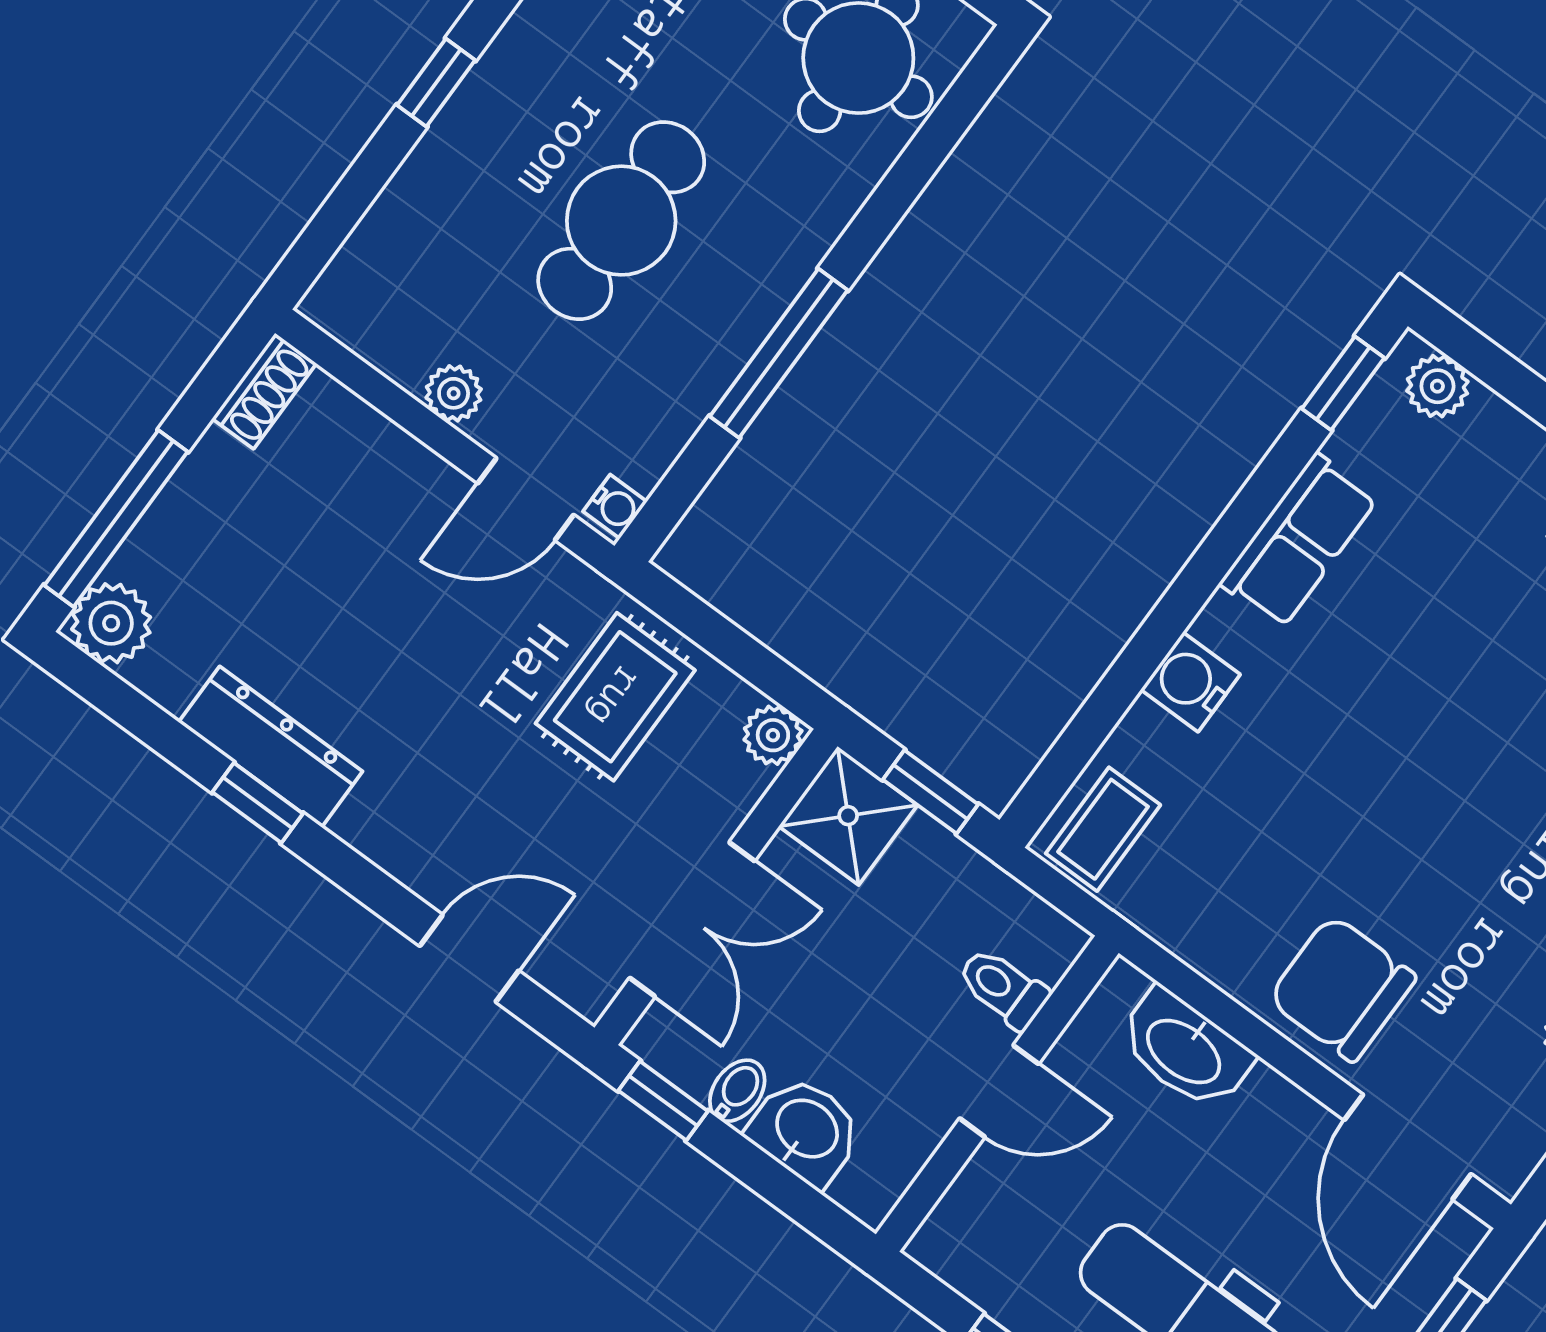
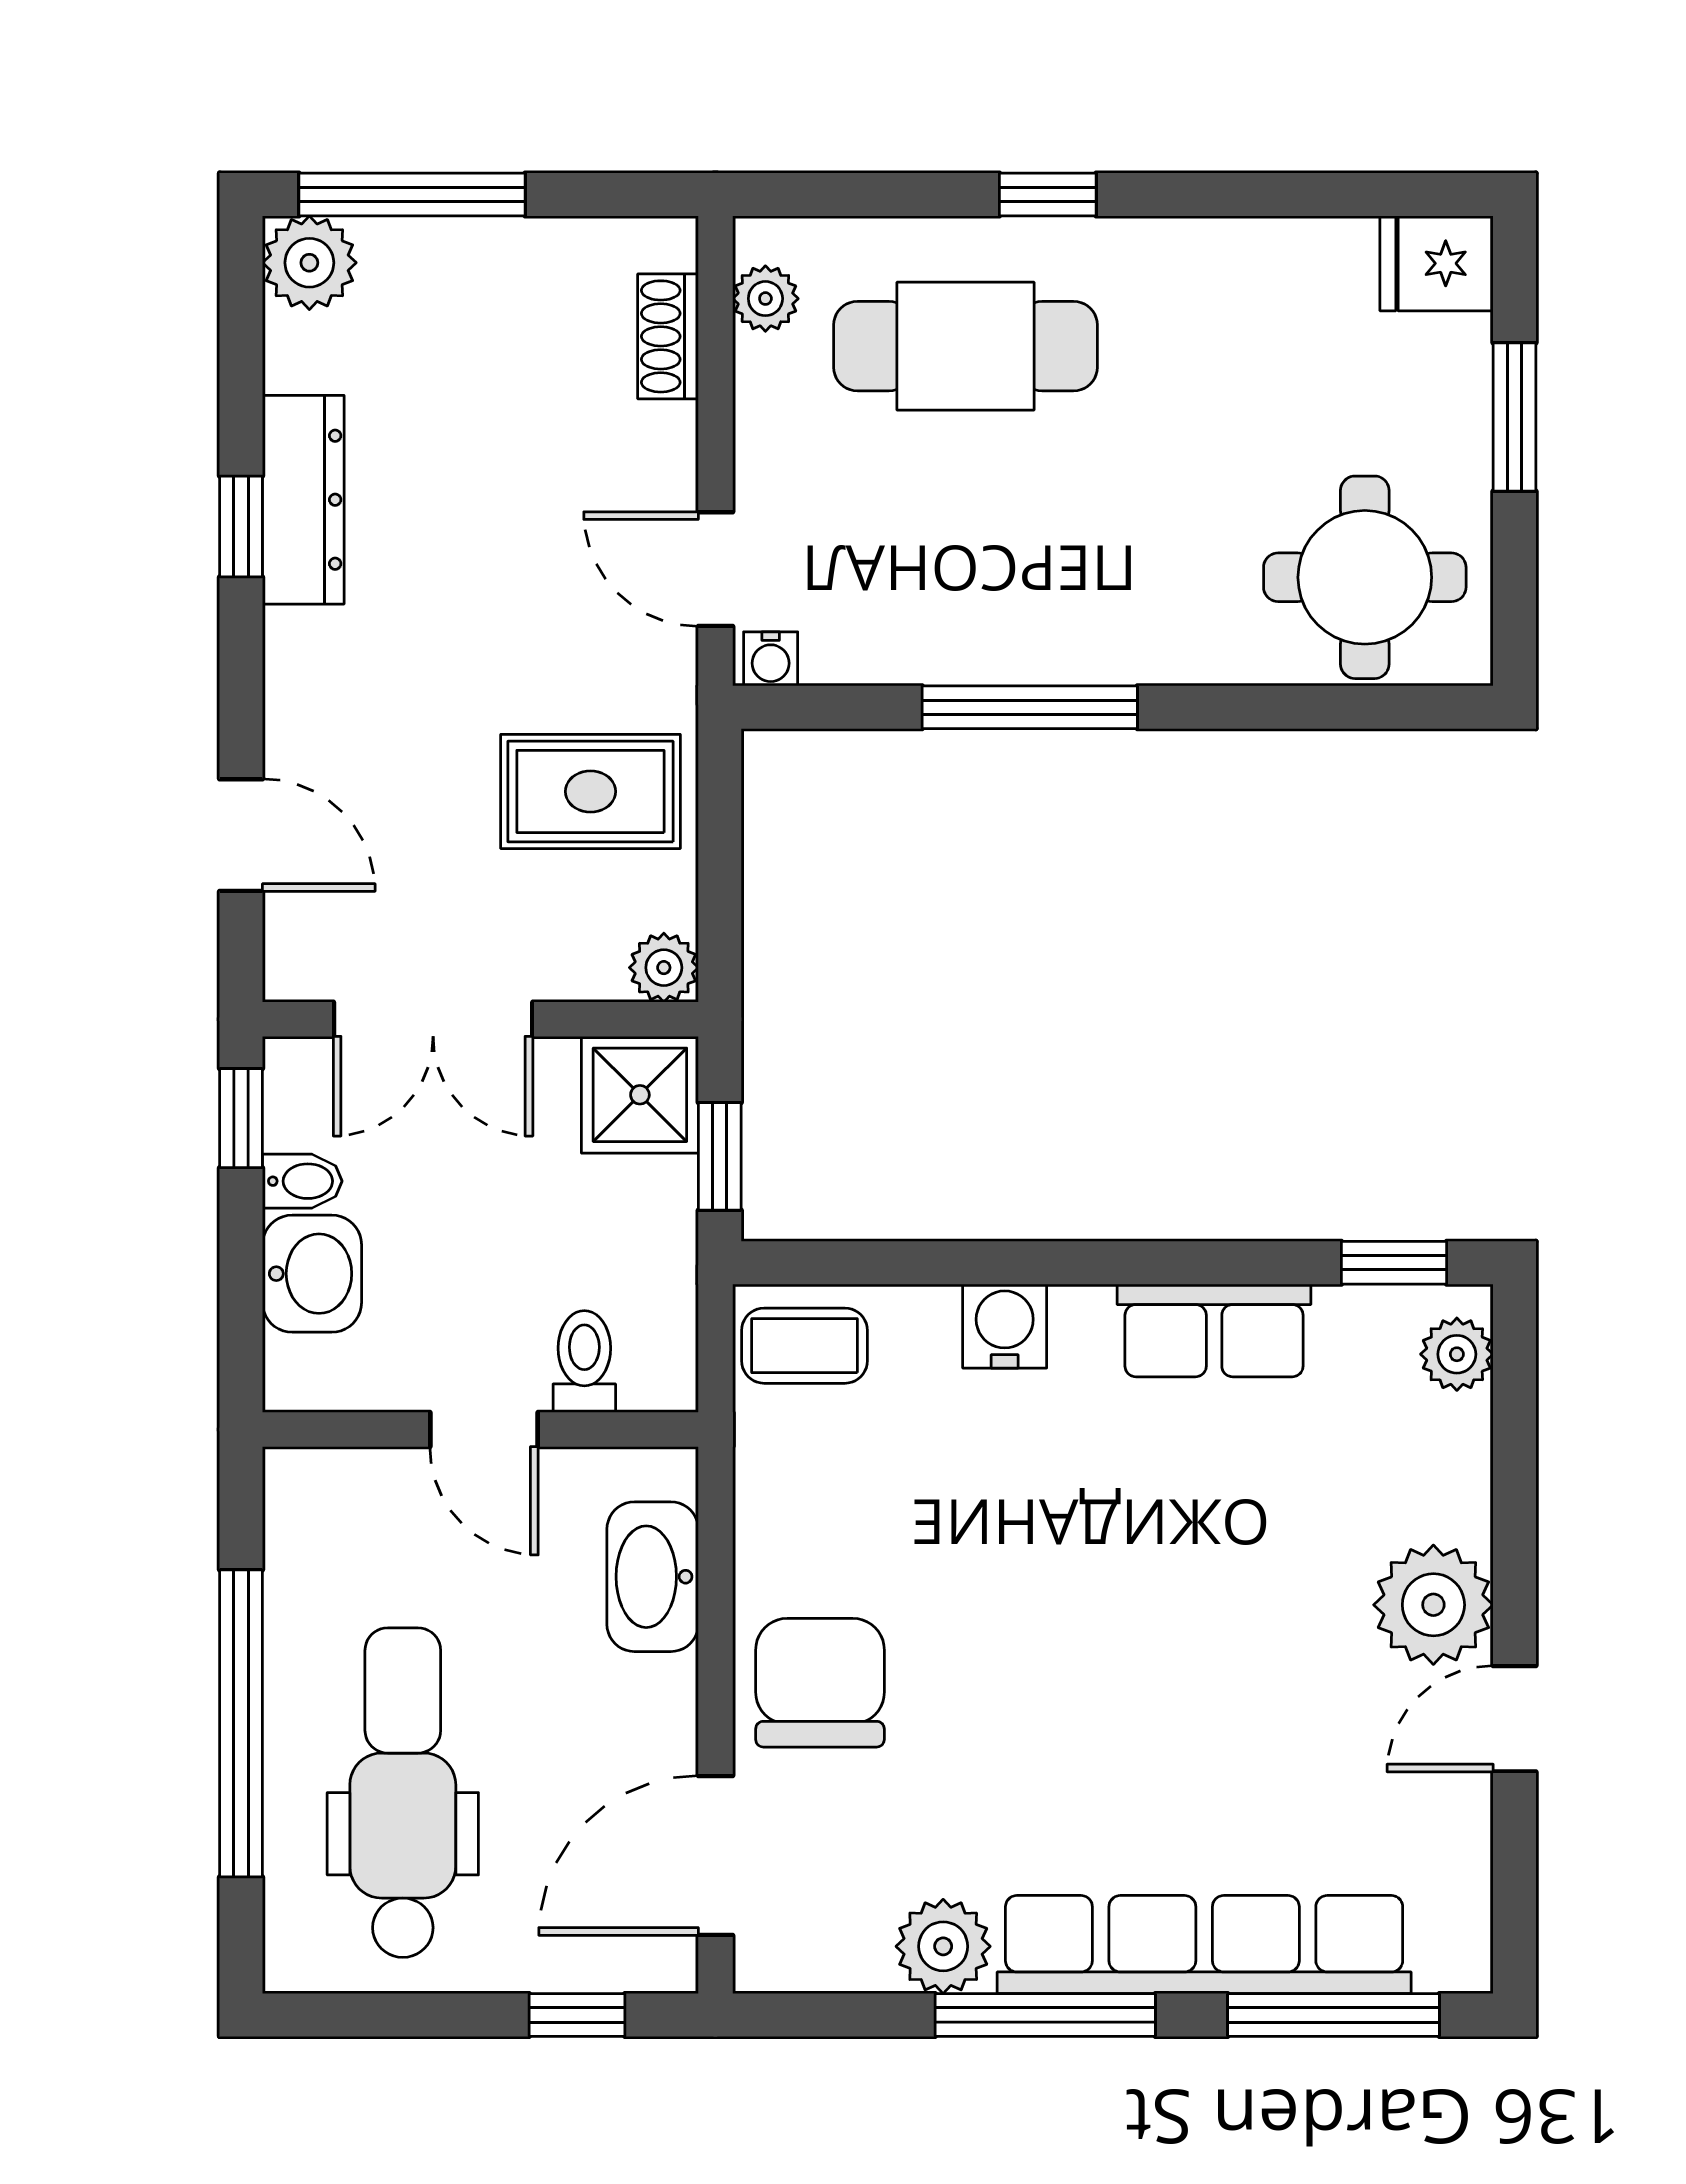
cafe table: (621, 221) -> (965, 346), moved
shoe rack: (264, 391) -> (668, 336), moved, turned 90
plant: (454, 393) -> (765, 299), moved

